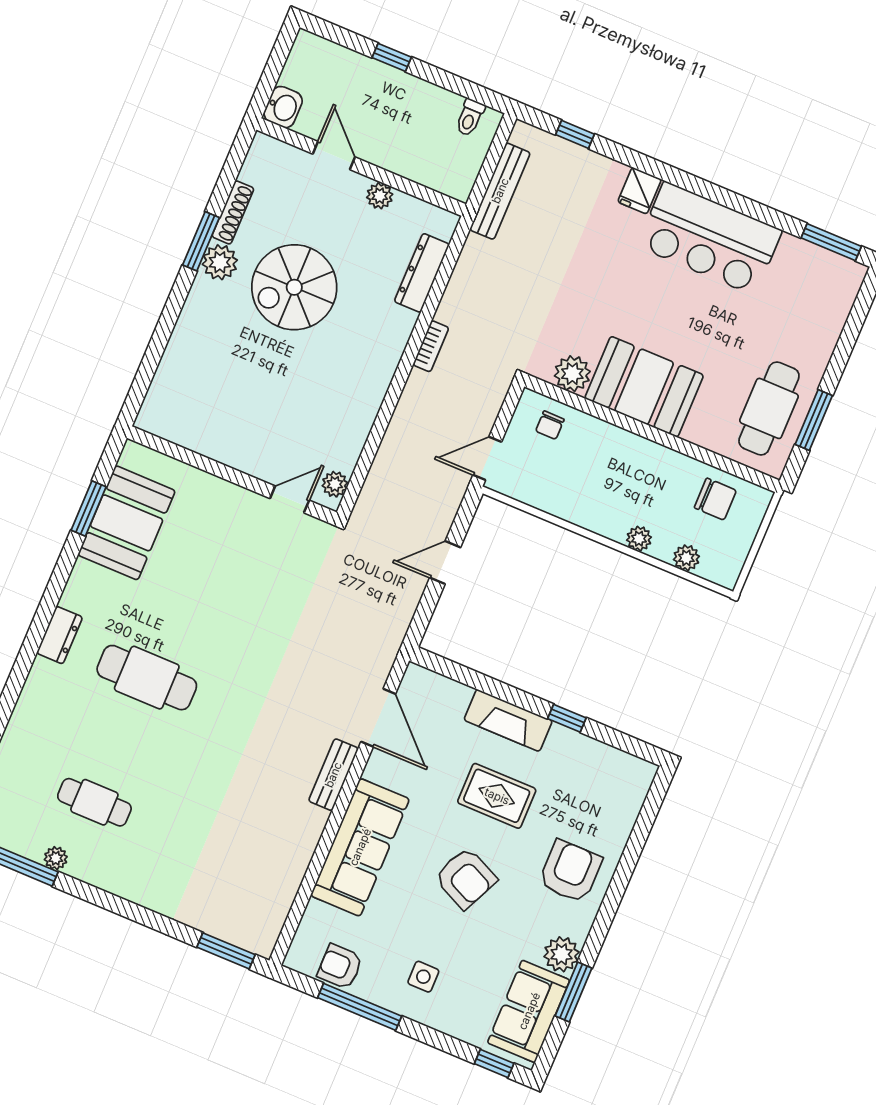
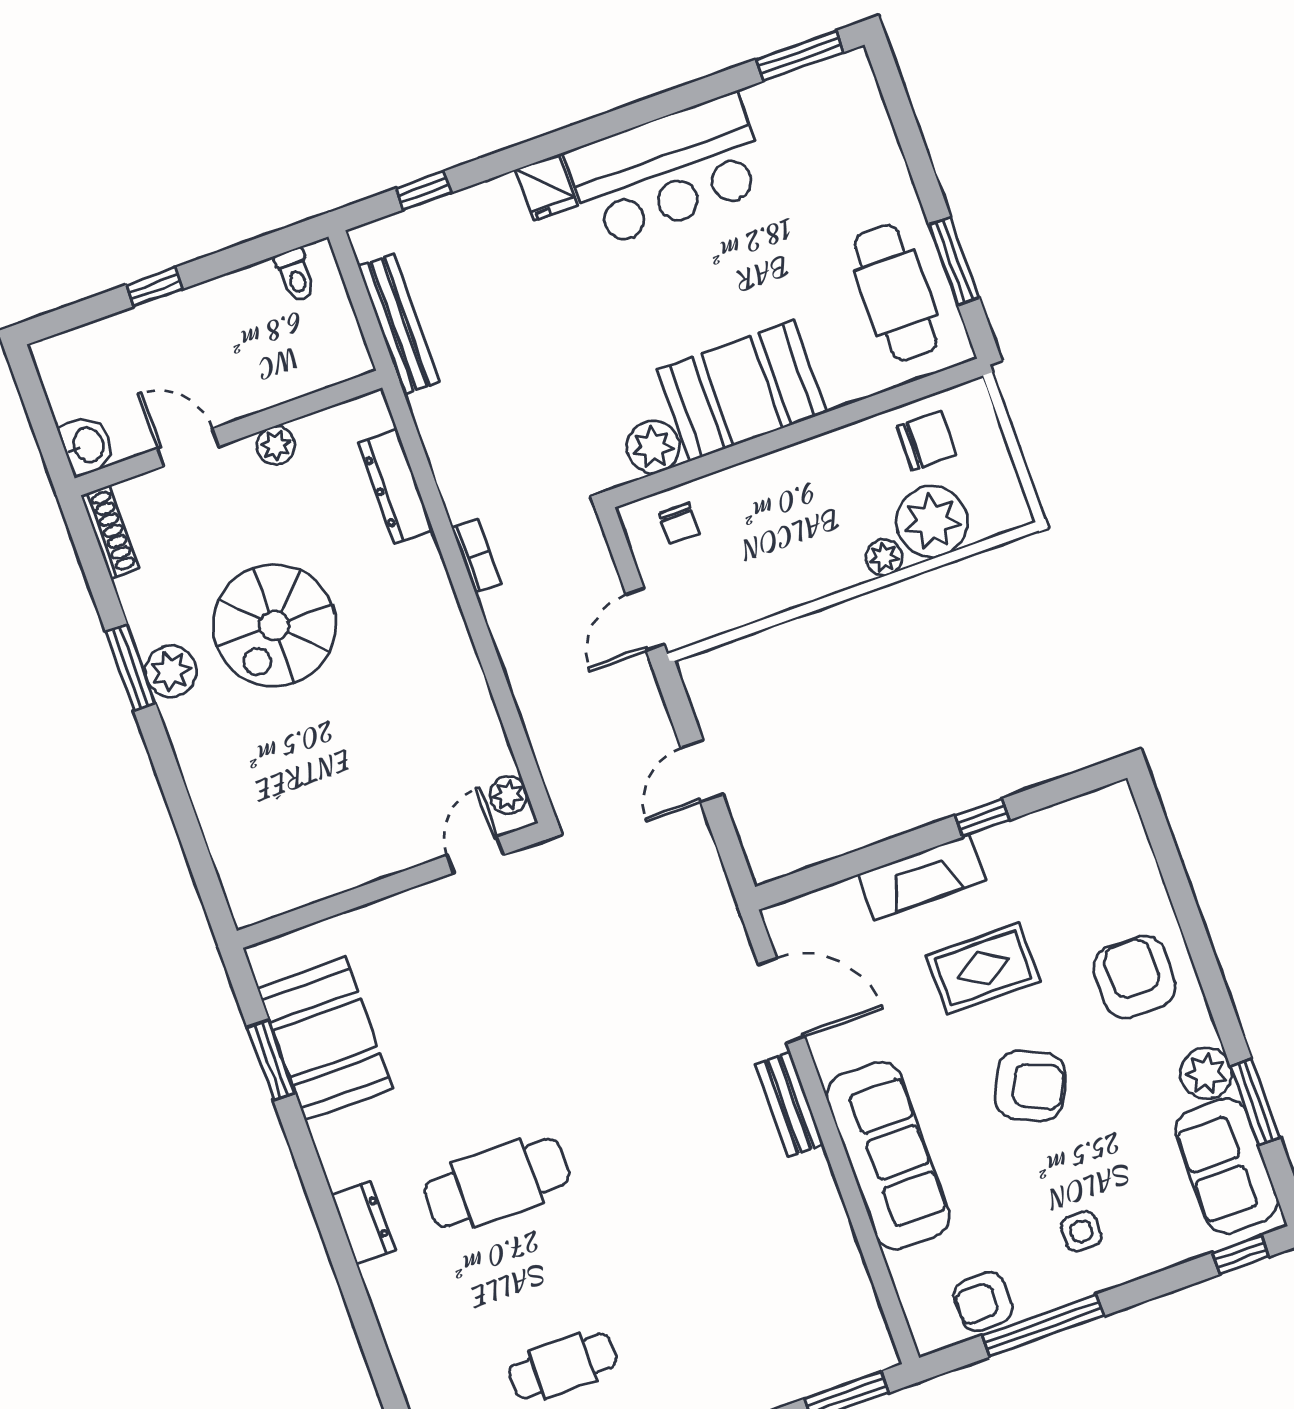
shoe rack: (233, 212) -> (110, 532), moved
plant: (686, 558) -> (932, 522), width x1.88, depth x1.88

